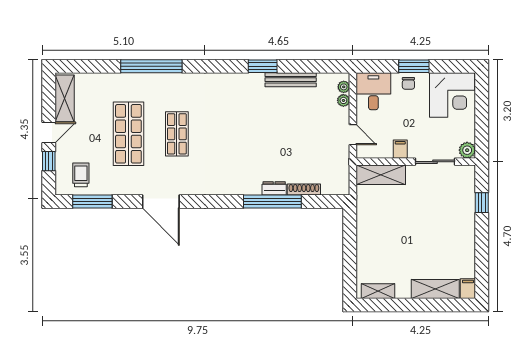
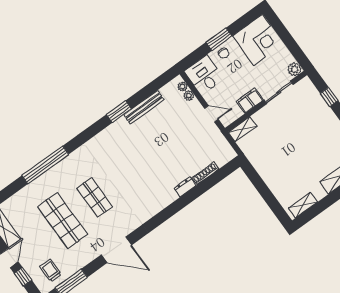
filing cabinet: (400, 149) -> (250, 101), width x2.00
shelving: (381, 175) -> (242, 129), width x0.67, depth x0.75
window: (272, 201) -> (190, 196), removed

